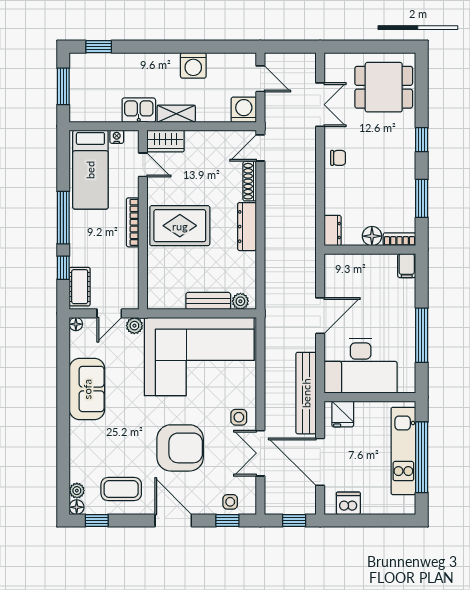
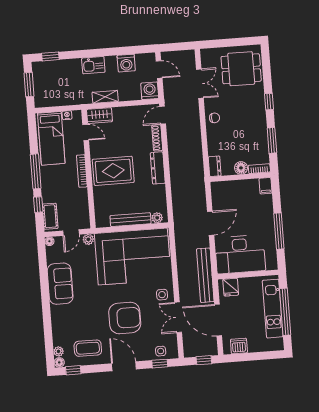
washing machine: (193, 65) -> (126, 63), moved
kitchen sink: (139, 110) -> (93, 65), moved, turned 180
bench: (208, 301) -> (131, 220), width x1.36

